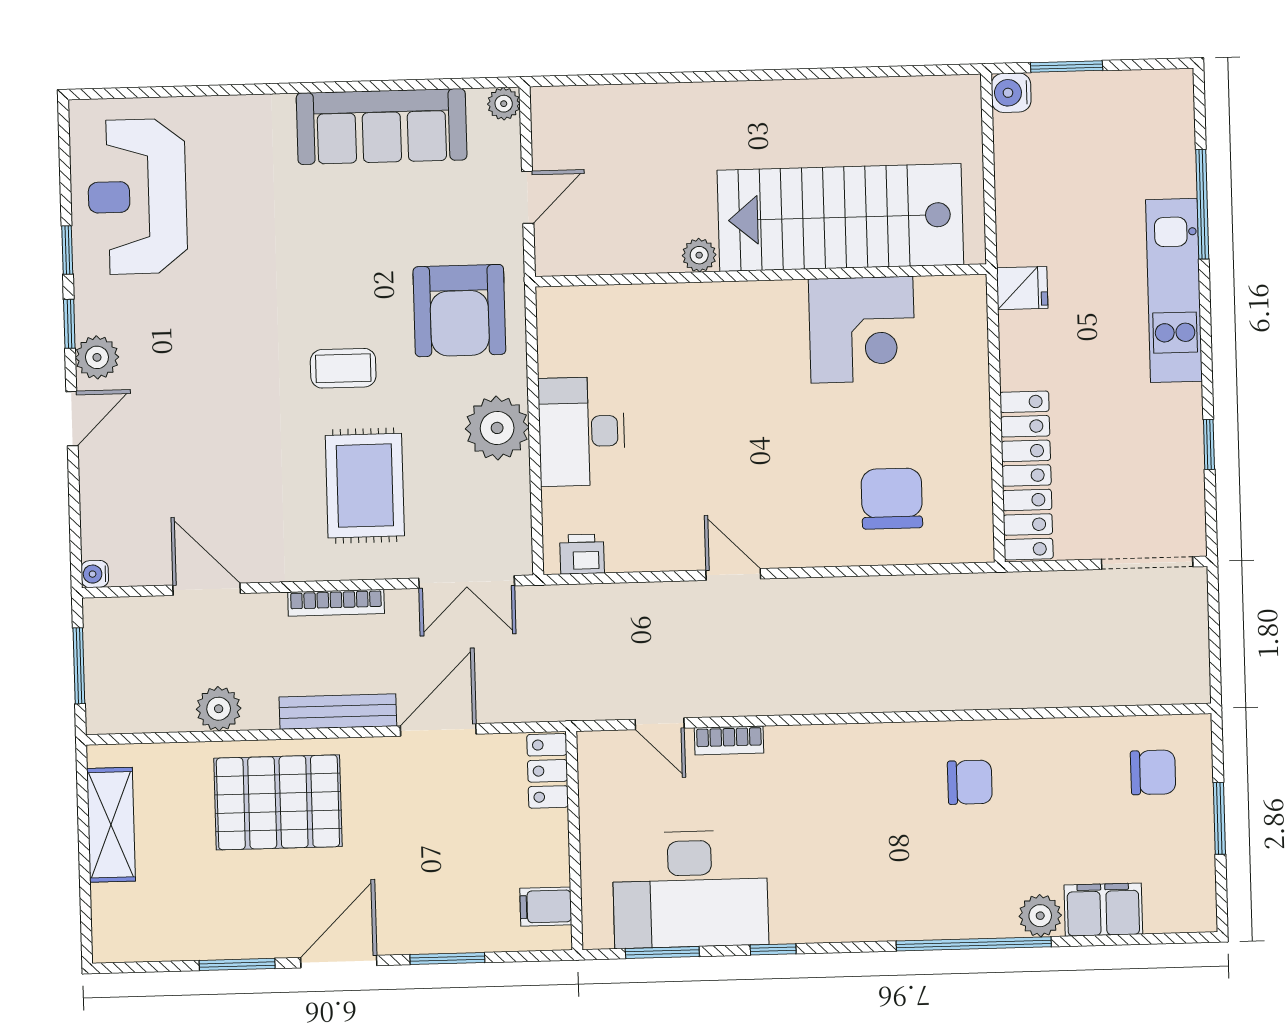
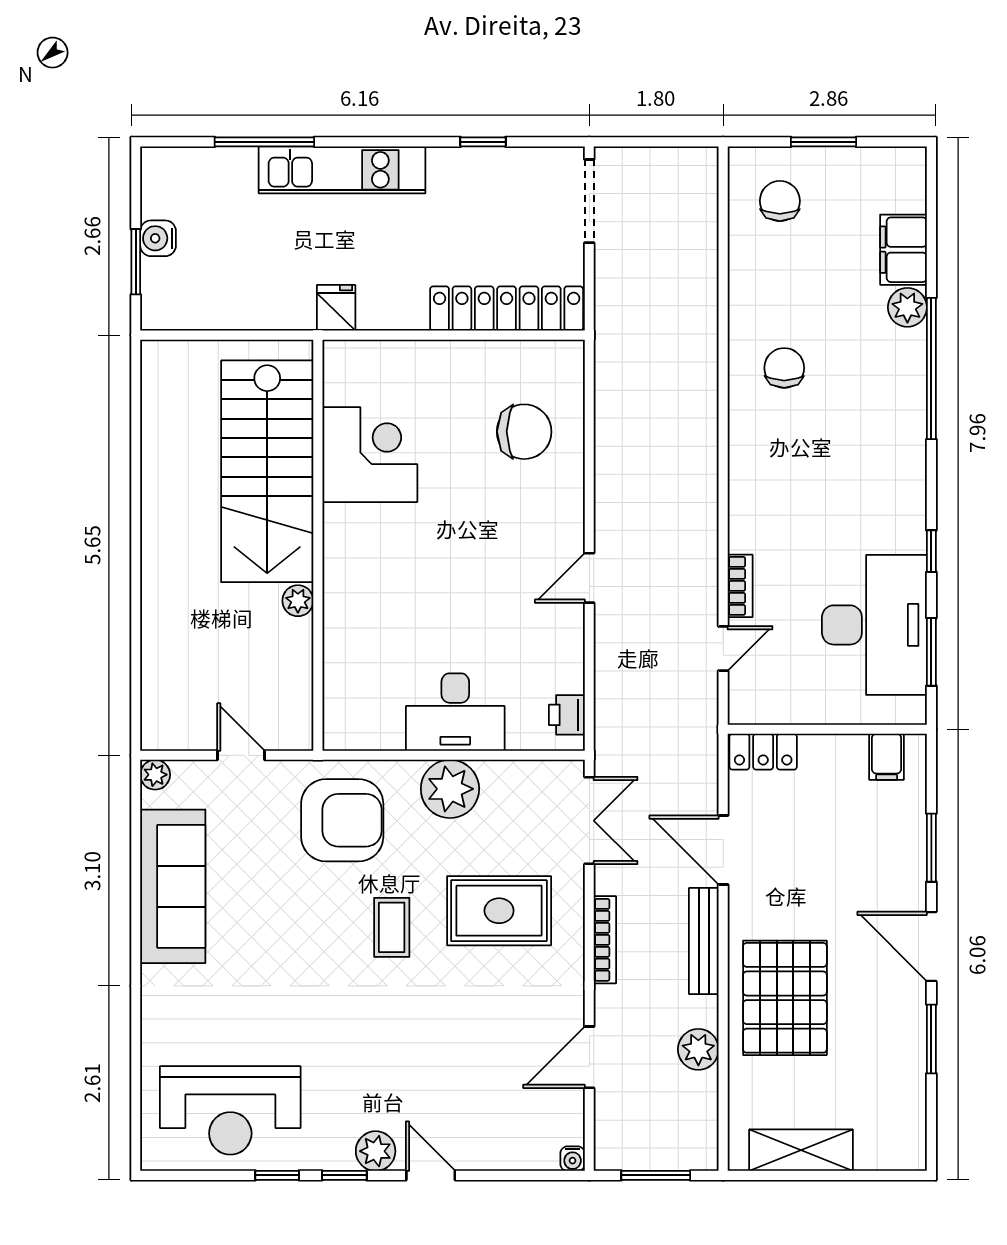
water cooler: (1011, 93) -> (158, 238), moved, turned 90
chair: (892, 499) -> (524, 432), turned 180

